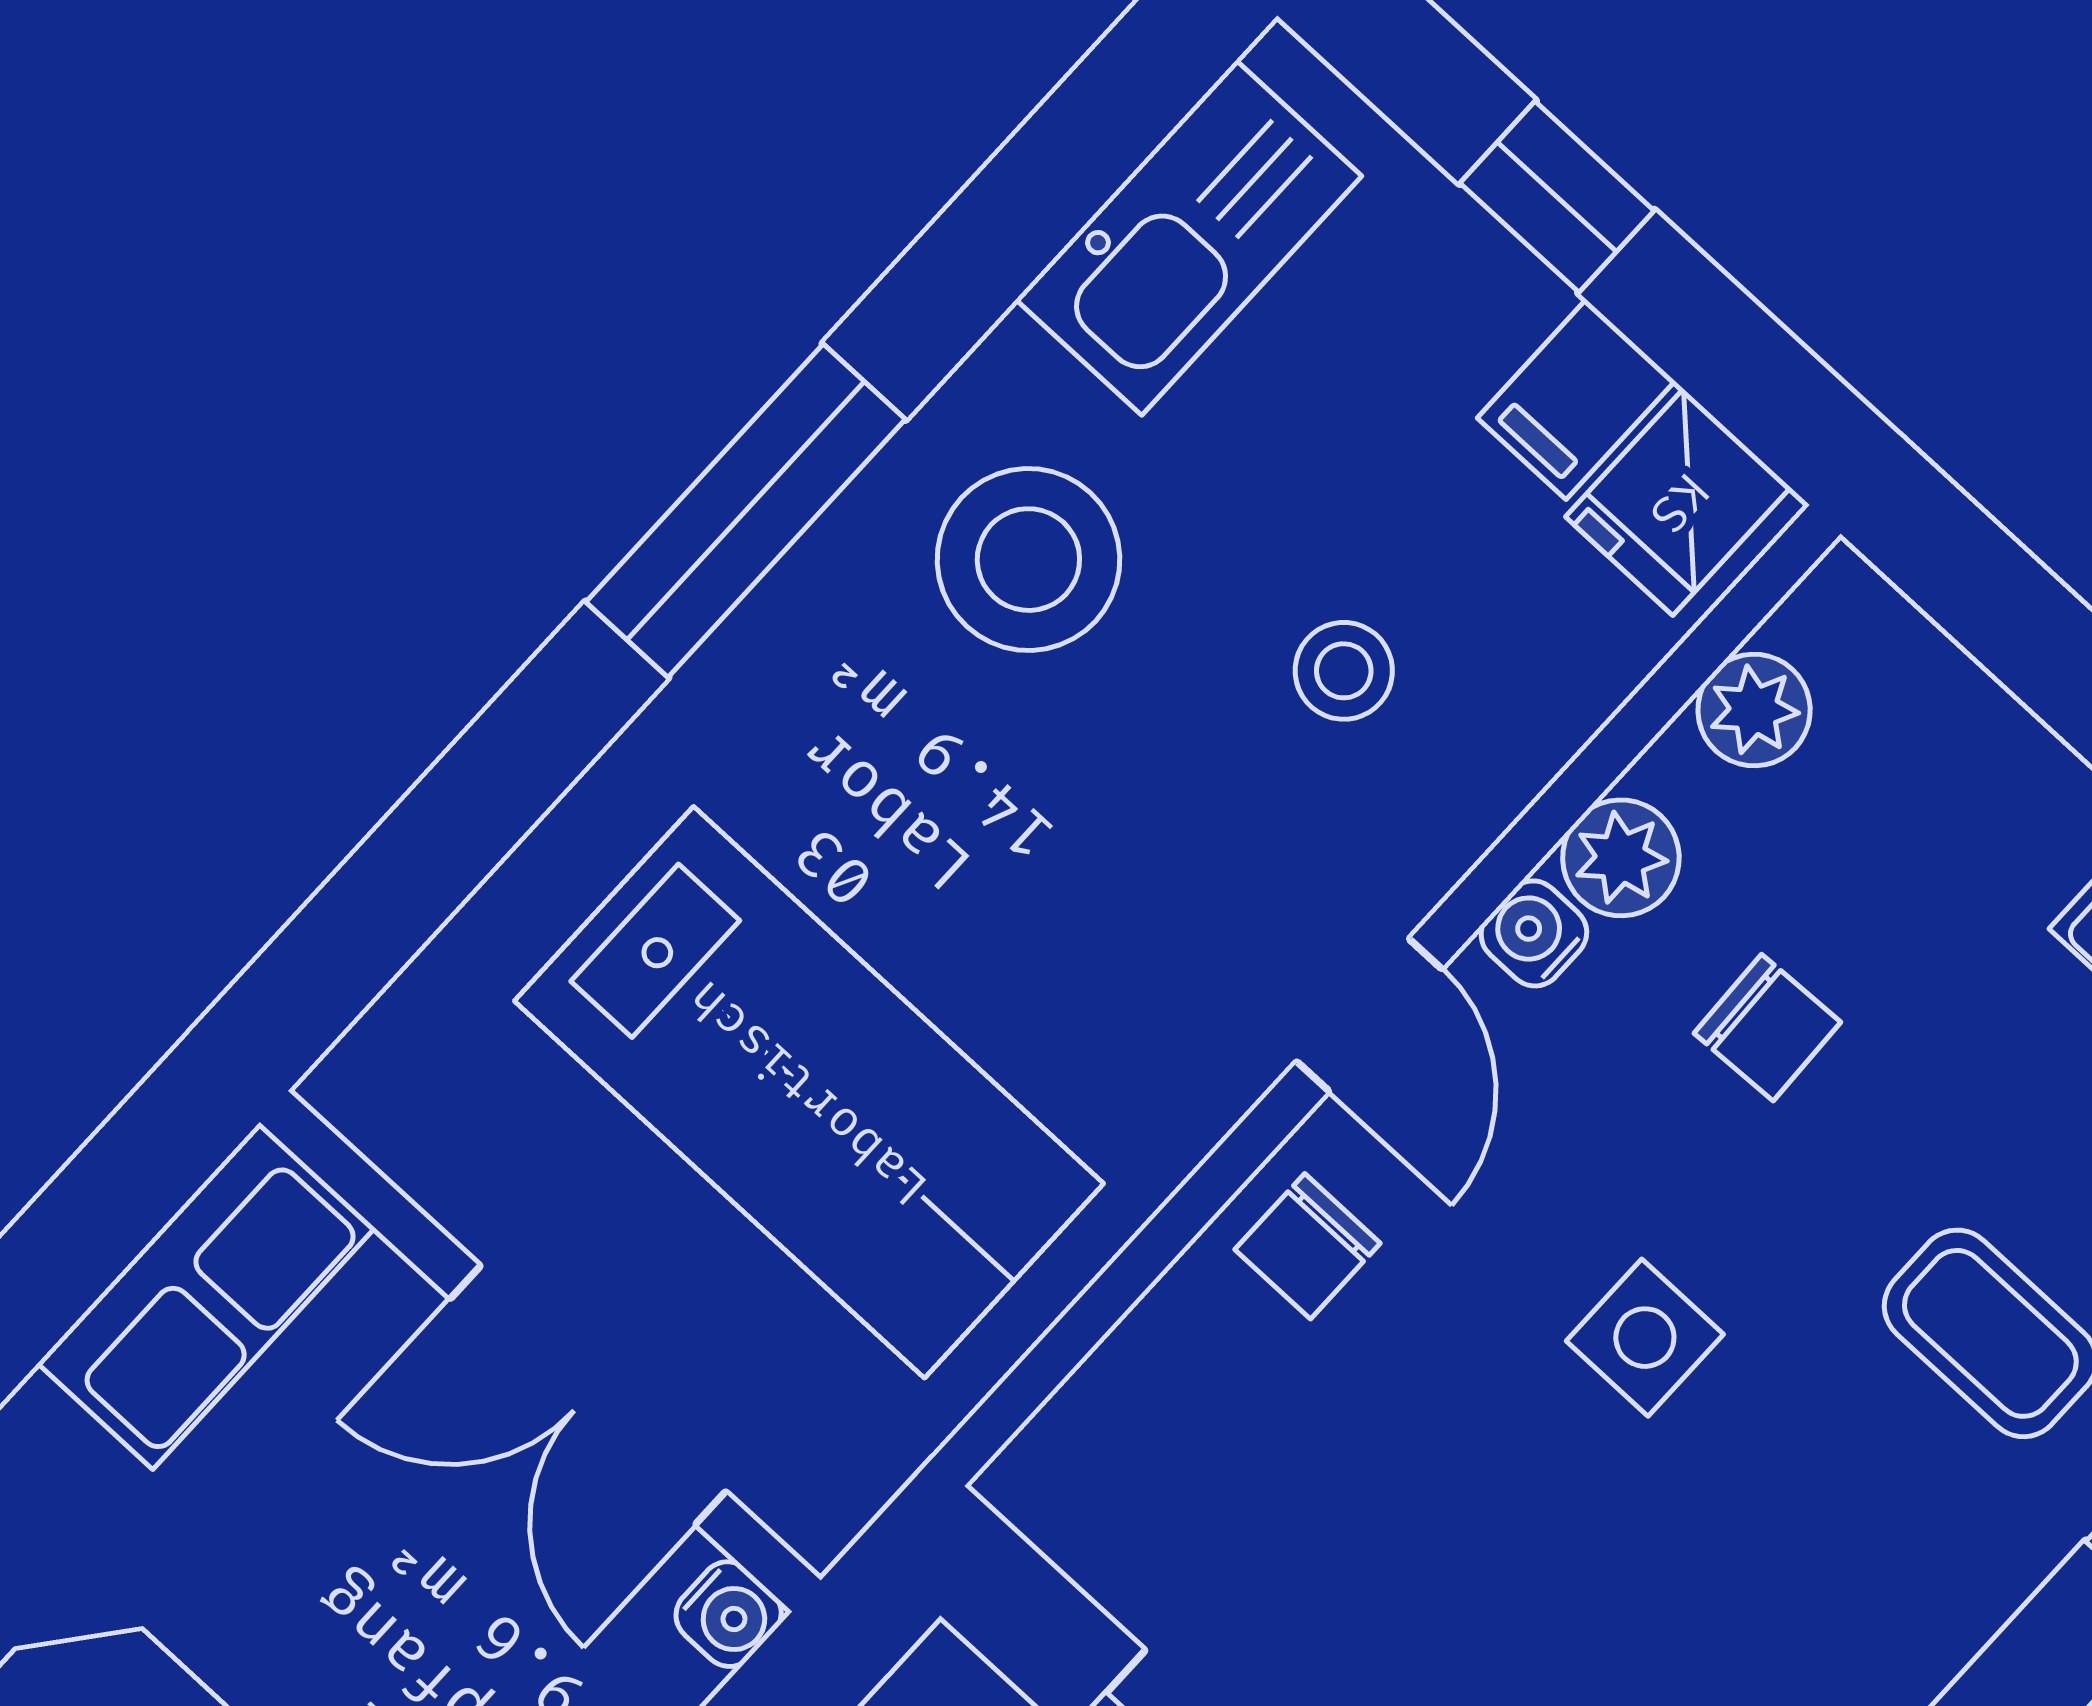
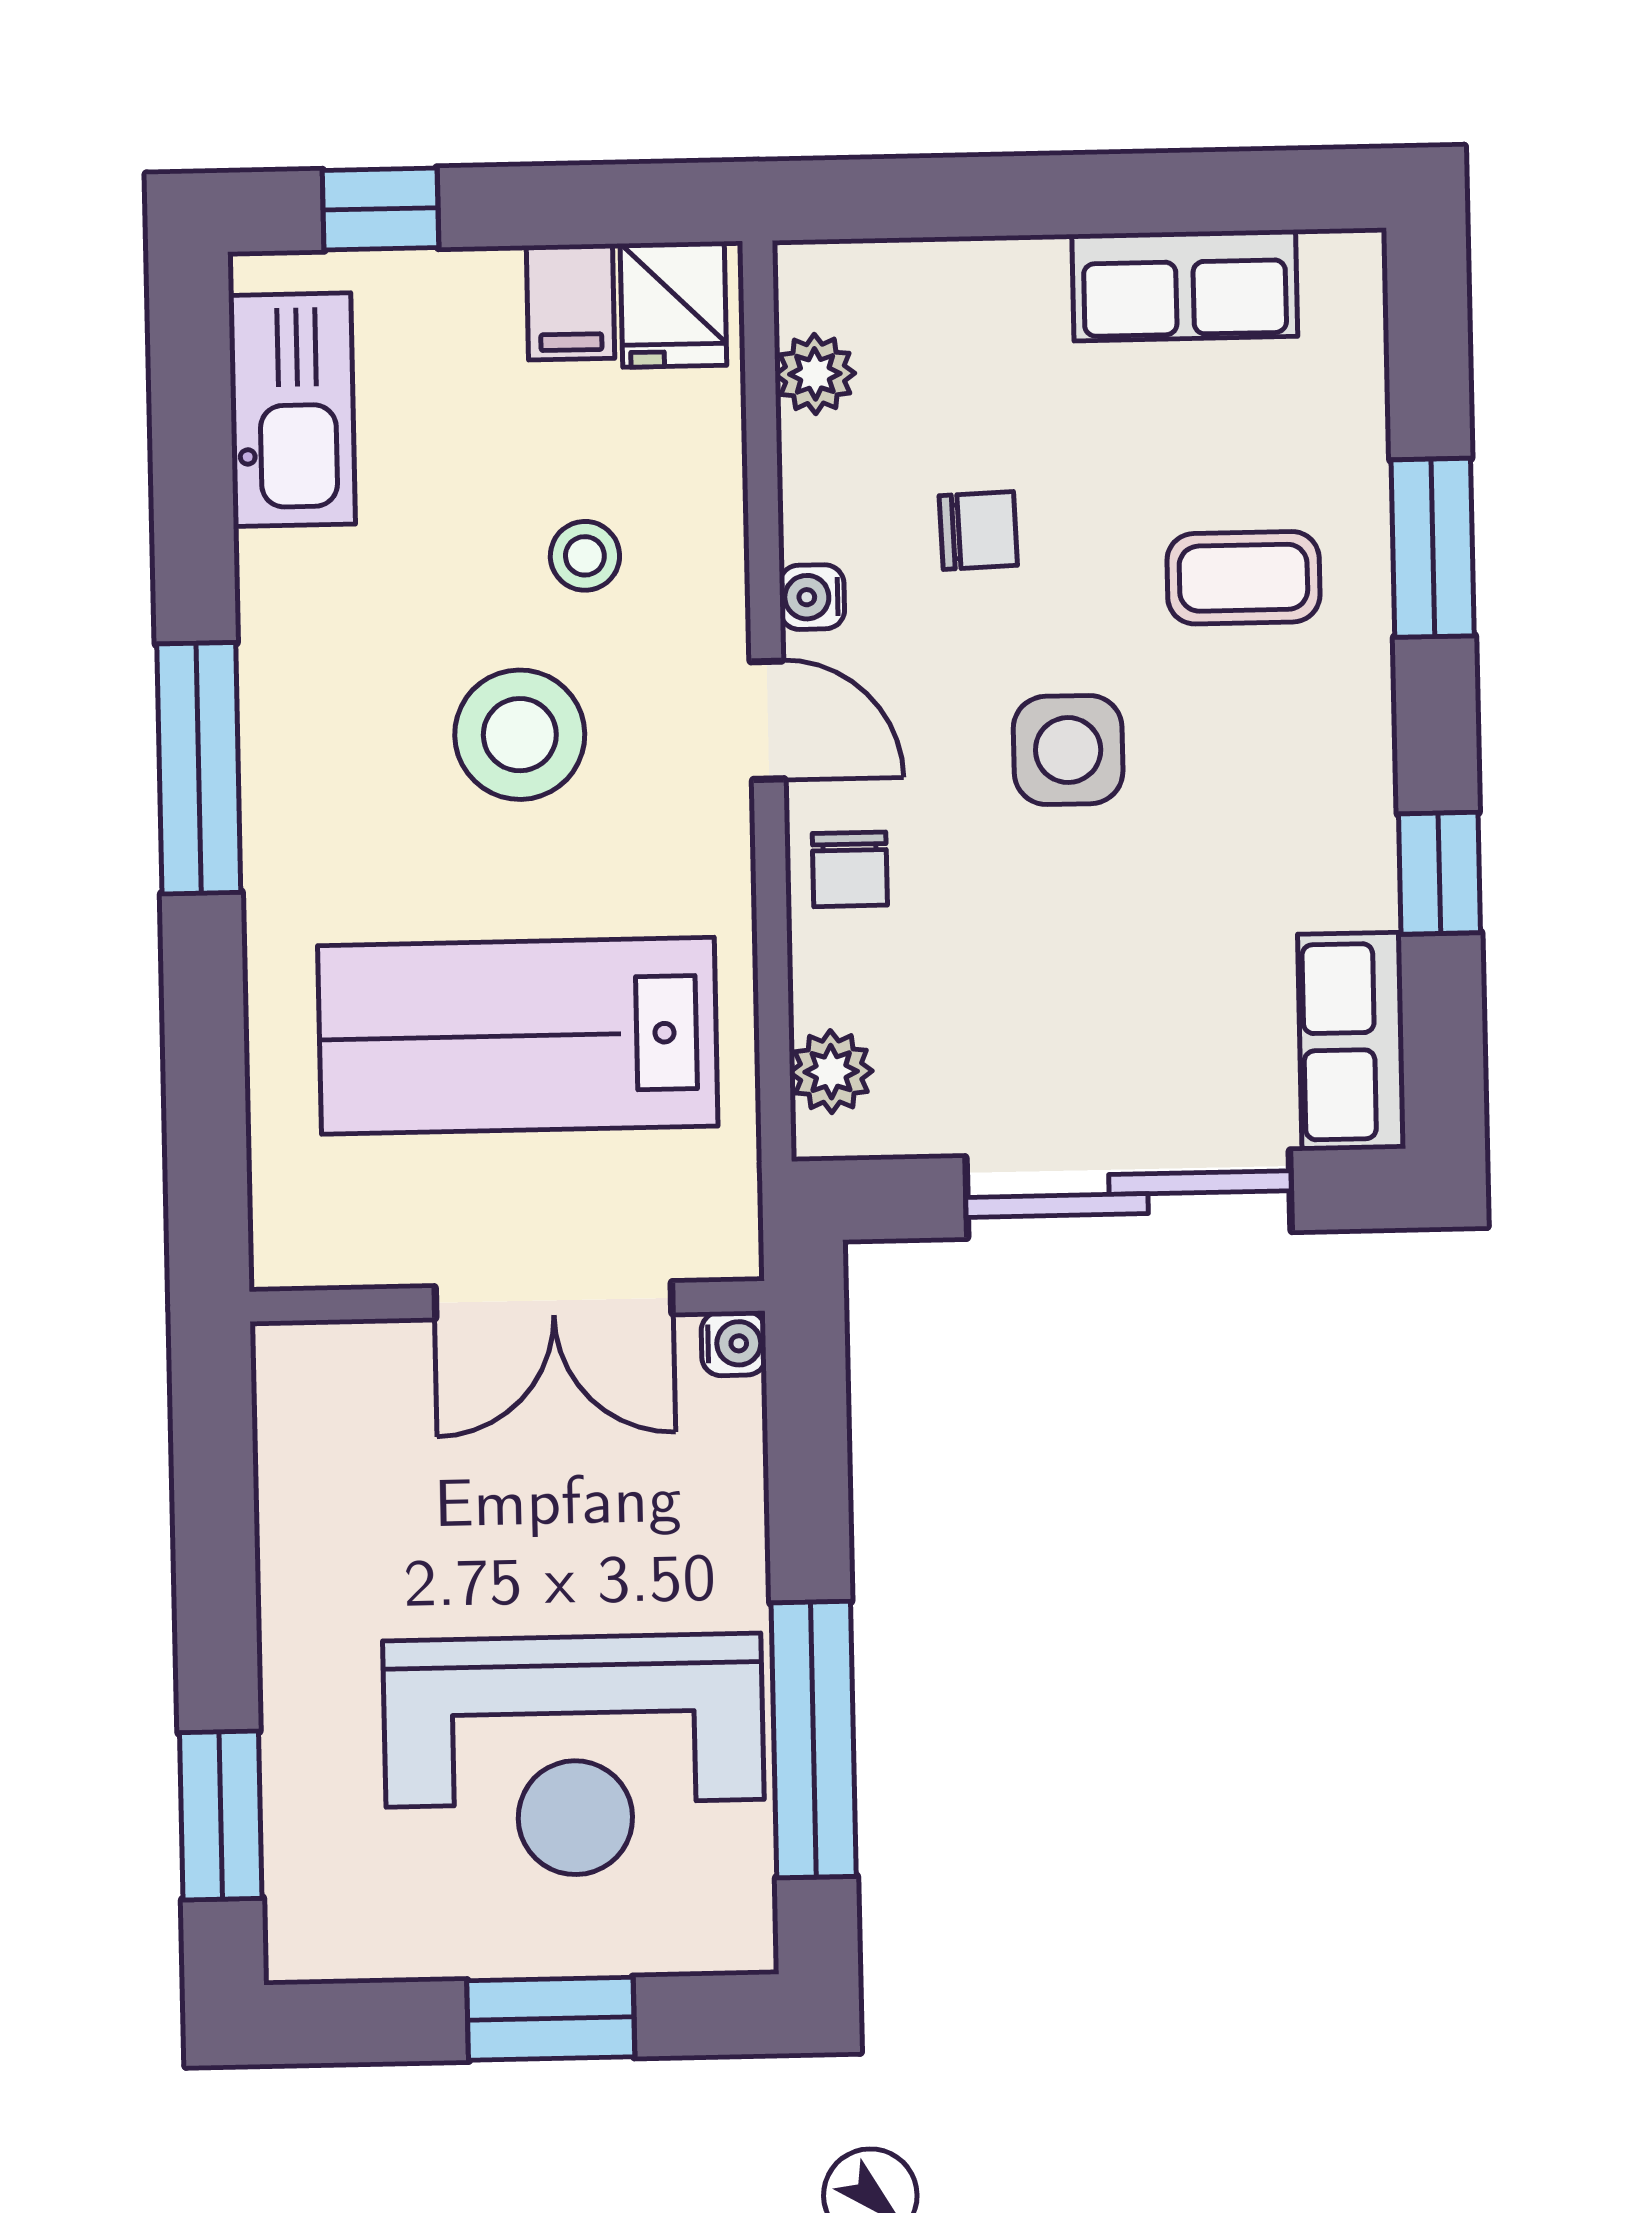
window: (1557, 197) -> (380, 209), moved
stool: (1028, 560) -> (520, 735), moved
plant: (1621, 858) -> (831, 1072), moved
lab bench: (809, 1092) -> (518, 1036), turned 180
row of seats: (206, 1296) -> (308, 1437), removed
side table: (1645, 1338) -> (1068, 750), width x1.37, depth x1.37

